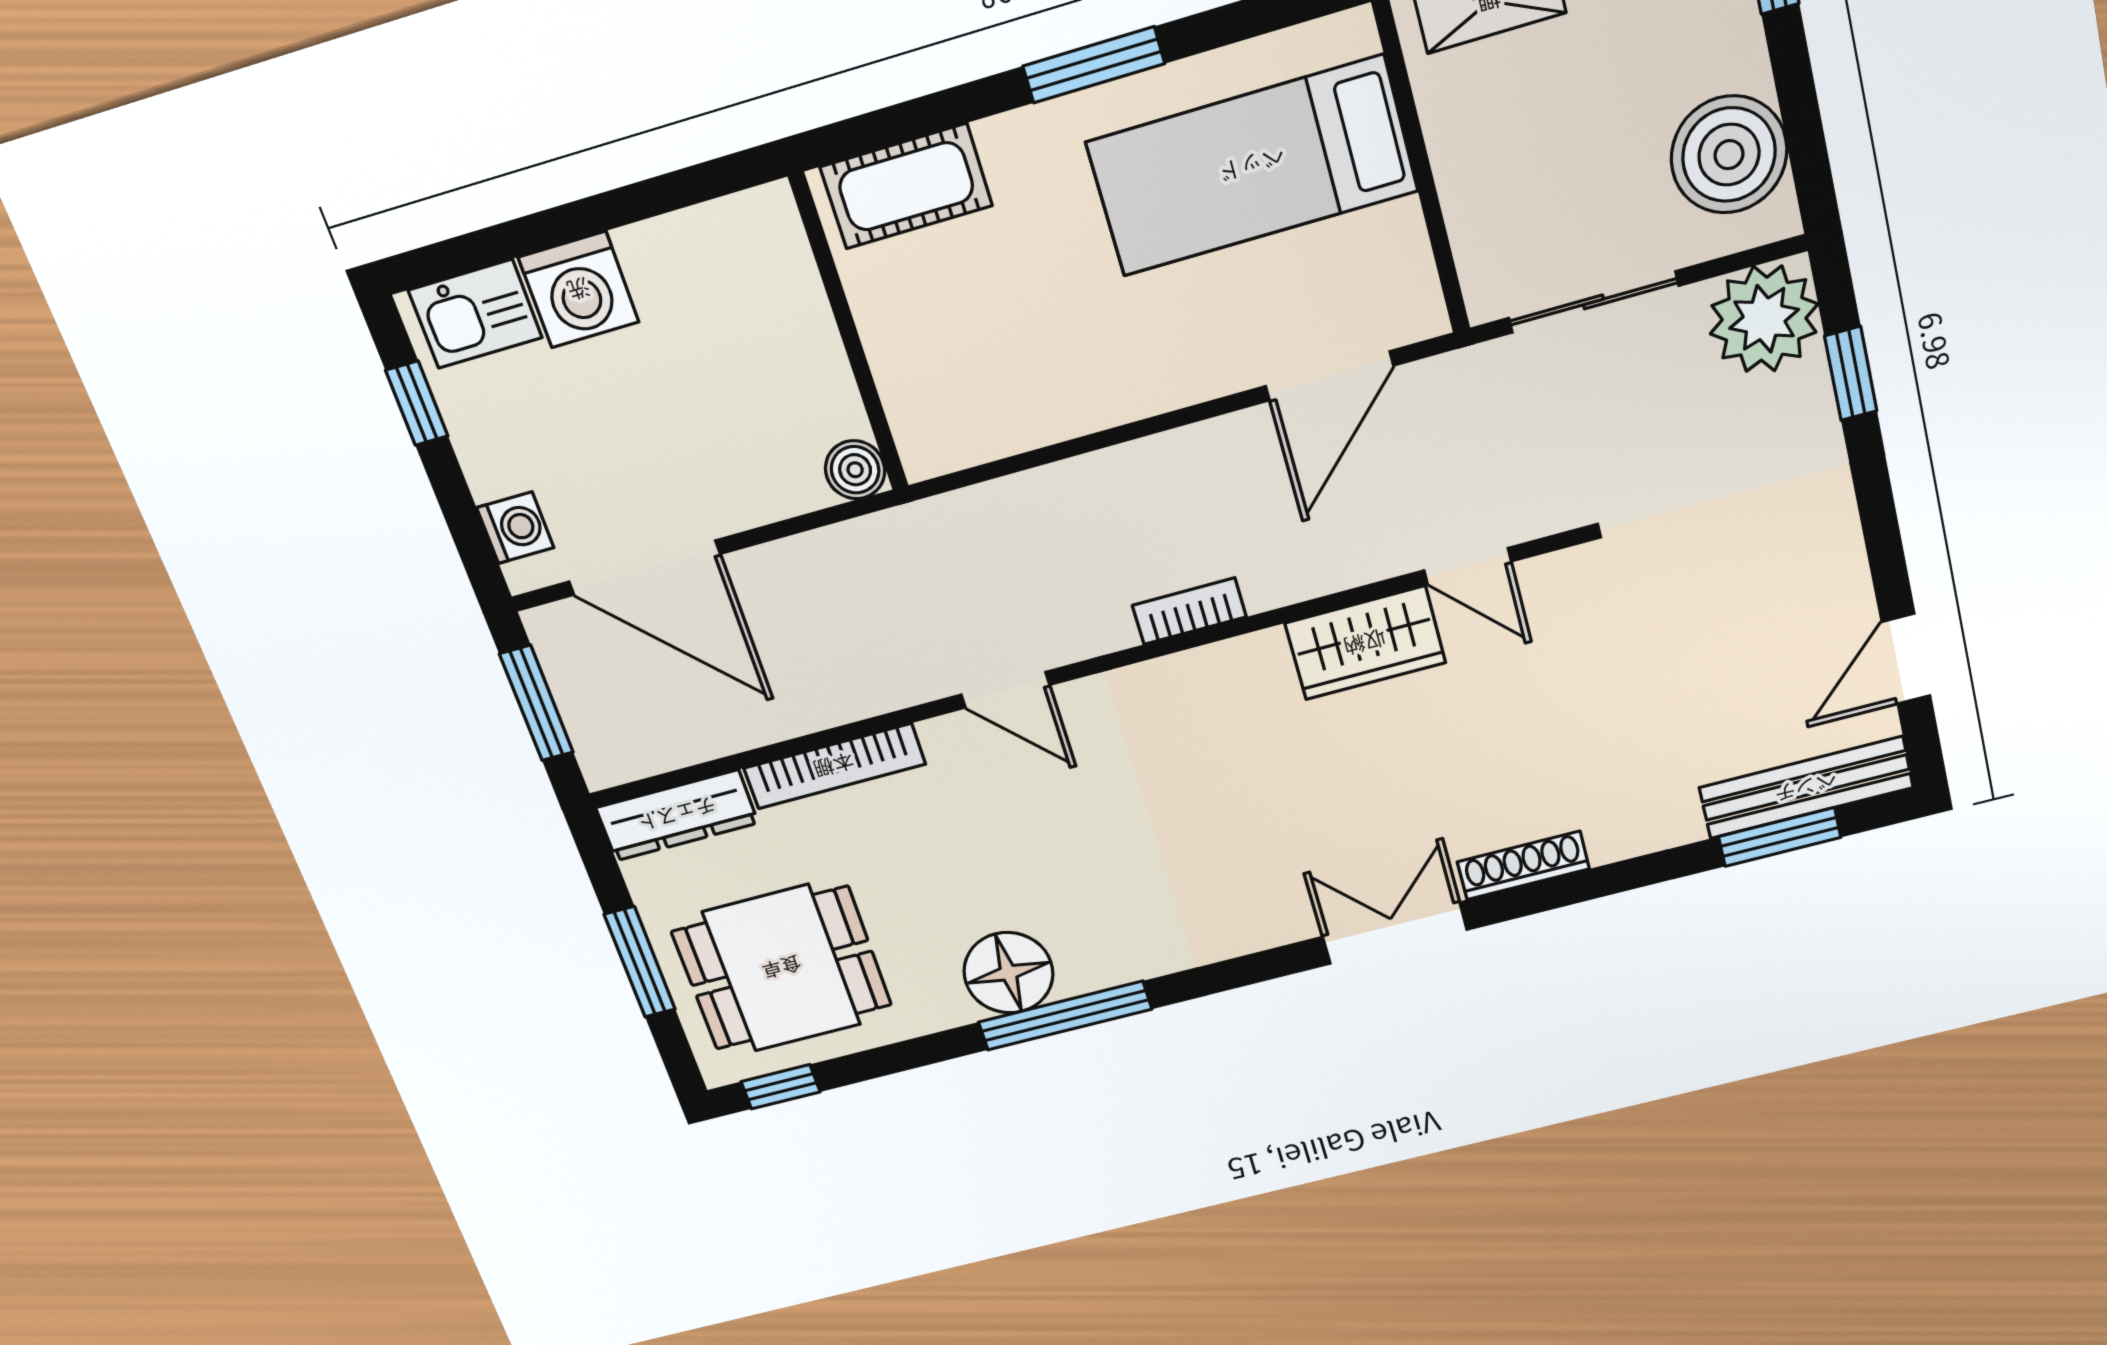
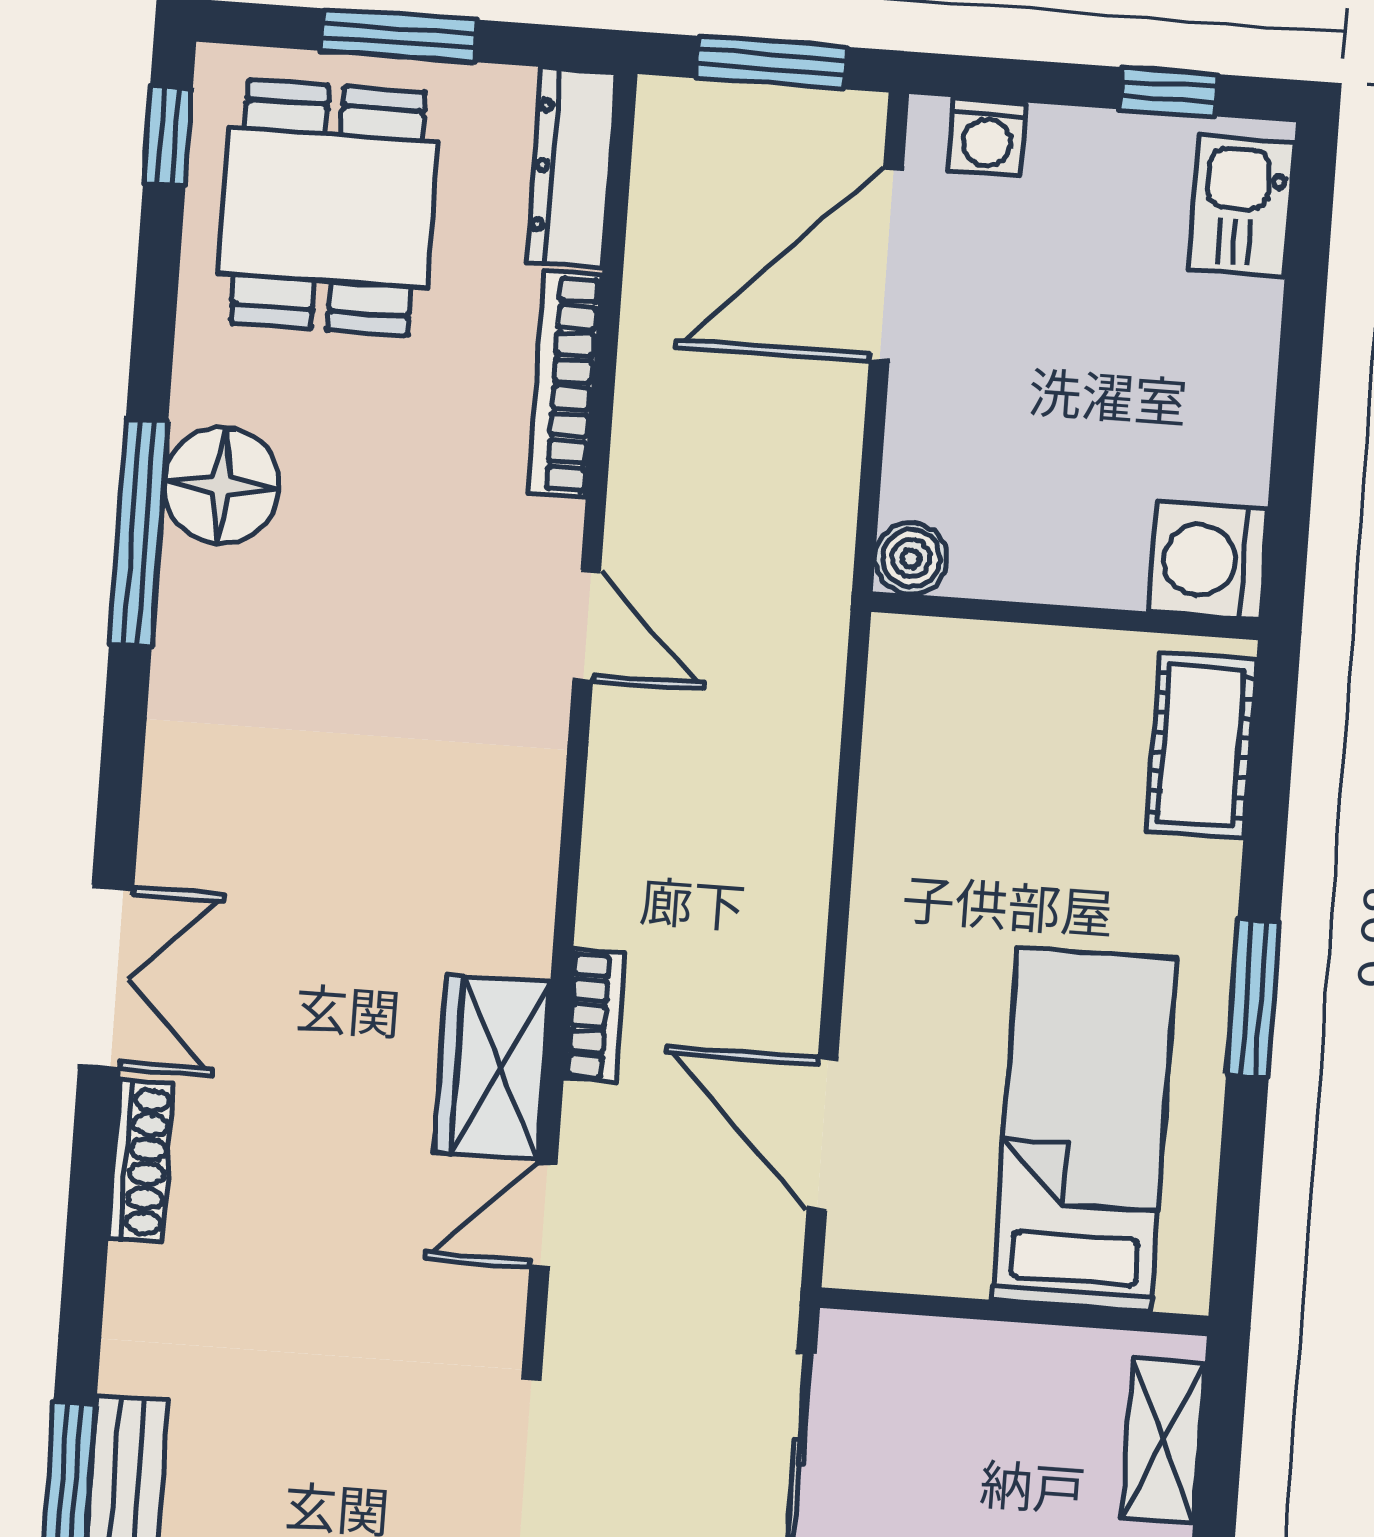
washing machine: (579, 290) -> (1208, 560), moved
bookcase: (1189, 611) -> (595, 1016), moved
door: (1005, 690) -> (587, 626), swing flipped

